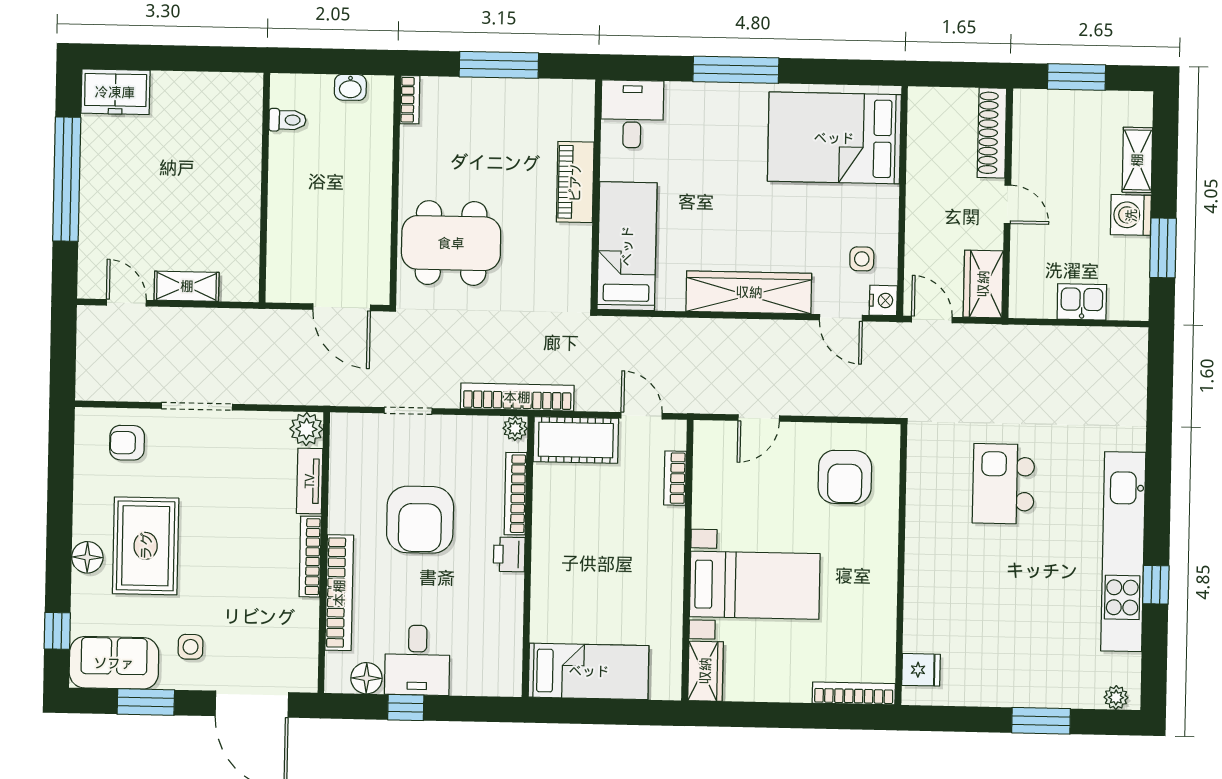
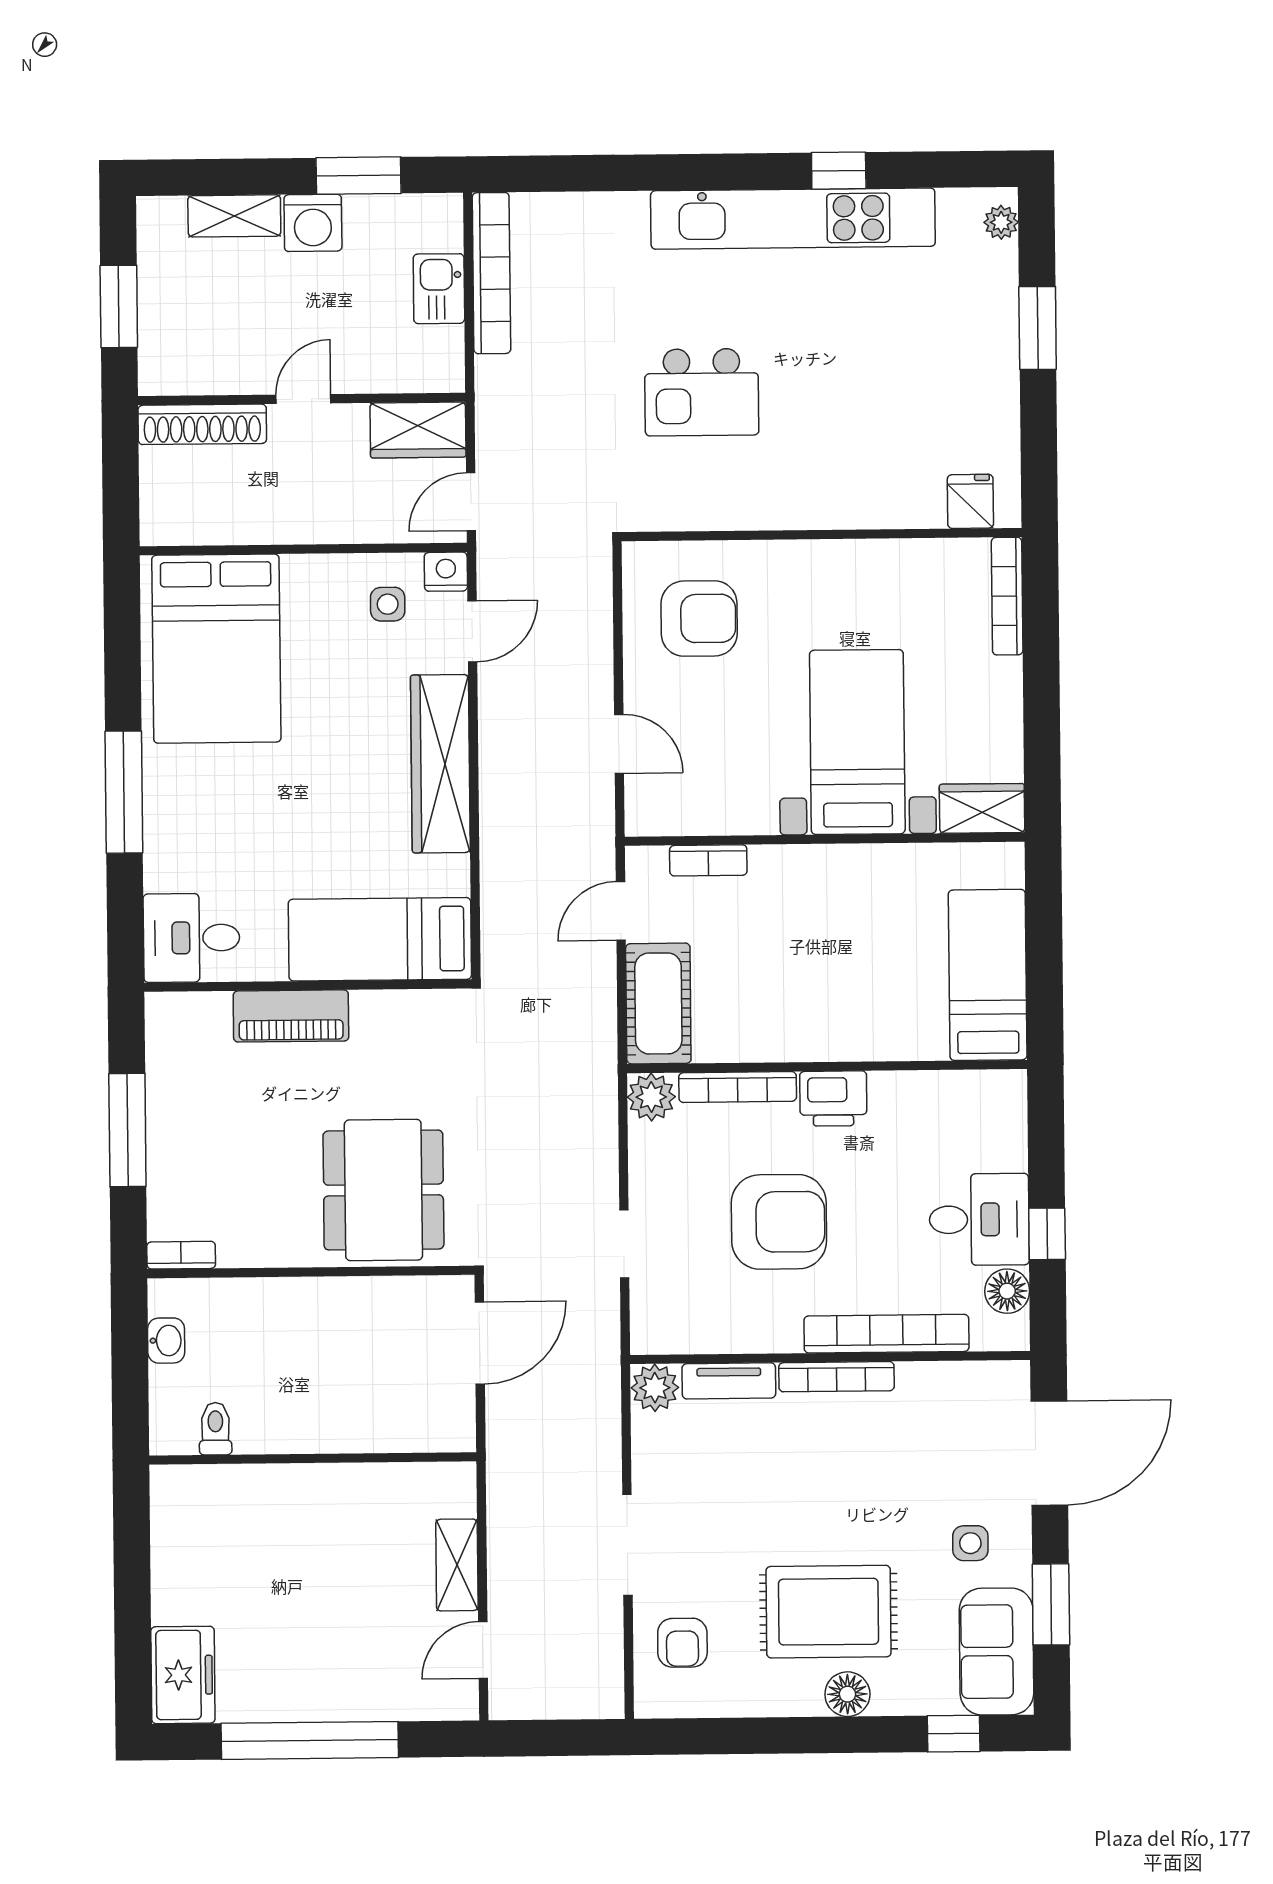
bookcase: (517, 397) -> (491, 273), moved, turned 180
plant: (515, 428) -> (651, 1097), width x1.38, depth x1.38
printer: (509, 554) -> (833, 1099), width x1.36, depth x1.24

